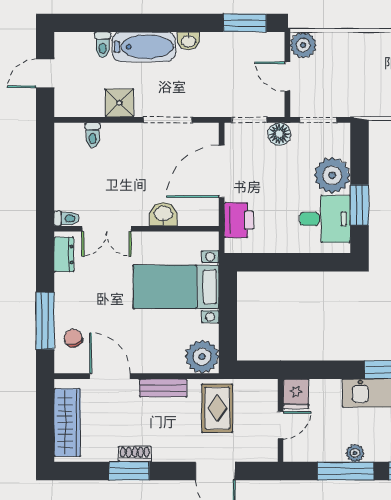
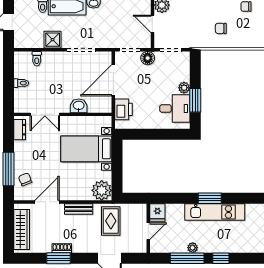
plant: (332, 175) -> (184, 88), width x0.53, depth x0.53
toilet: (67, 218) -> (21, 83), moved
door: (110, 376) -> (47, 202), hinge flipped

